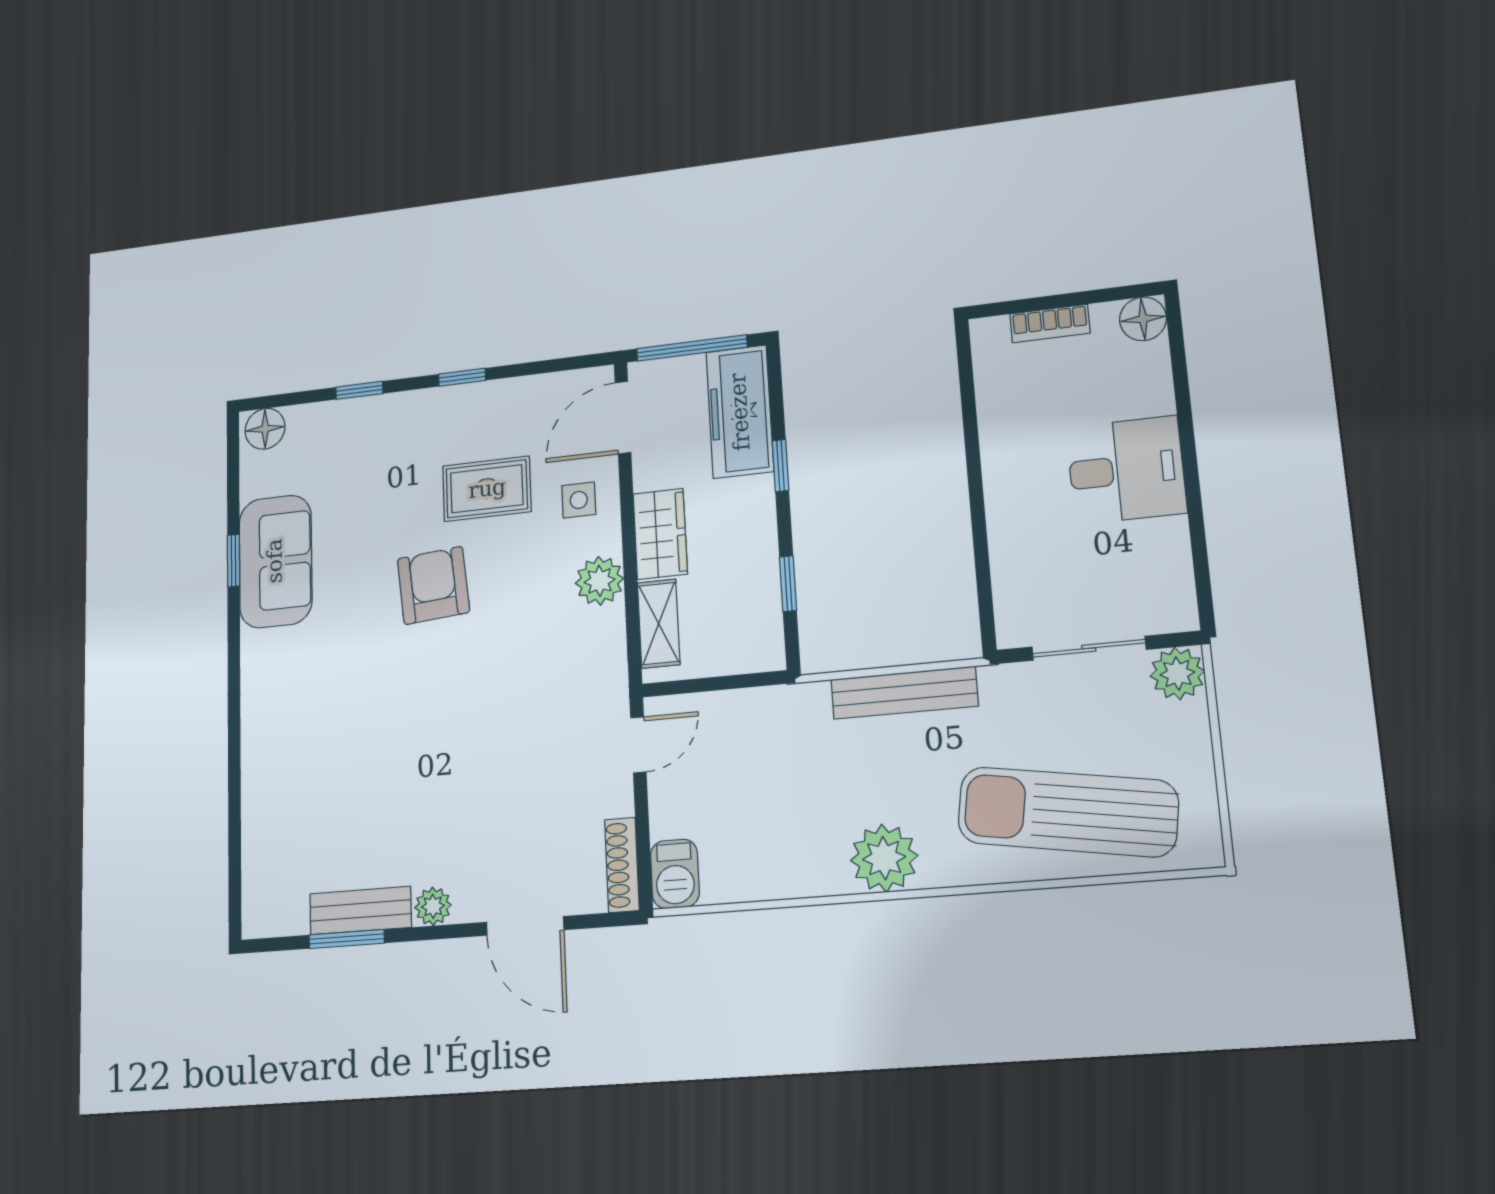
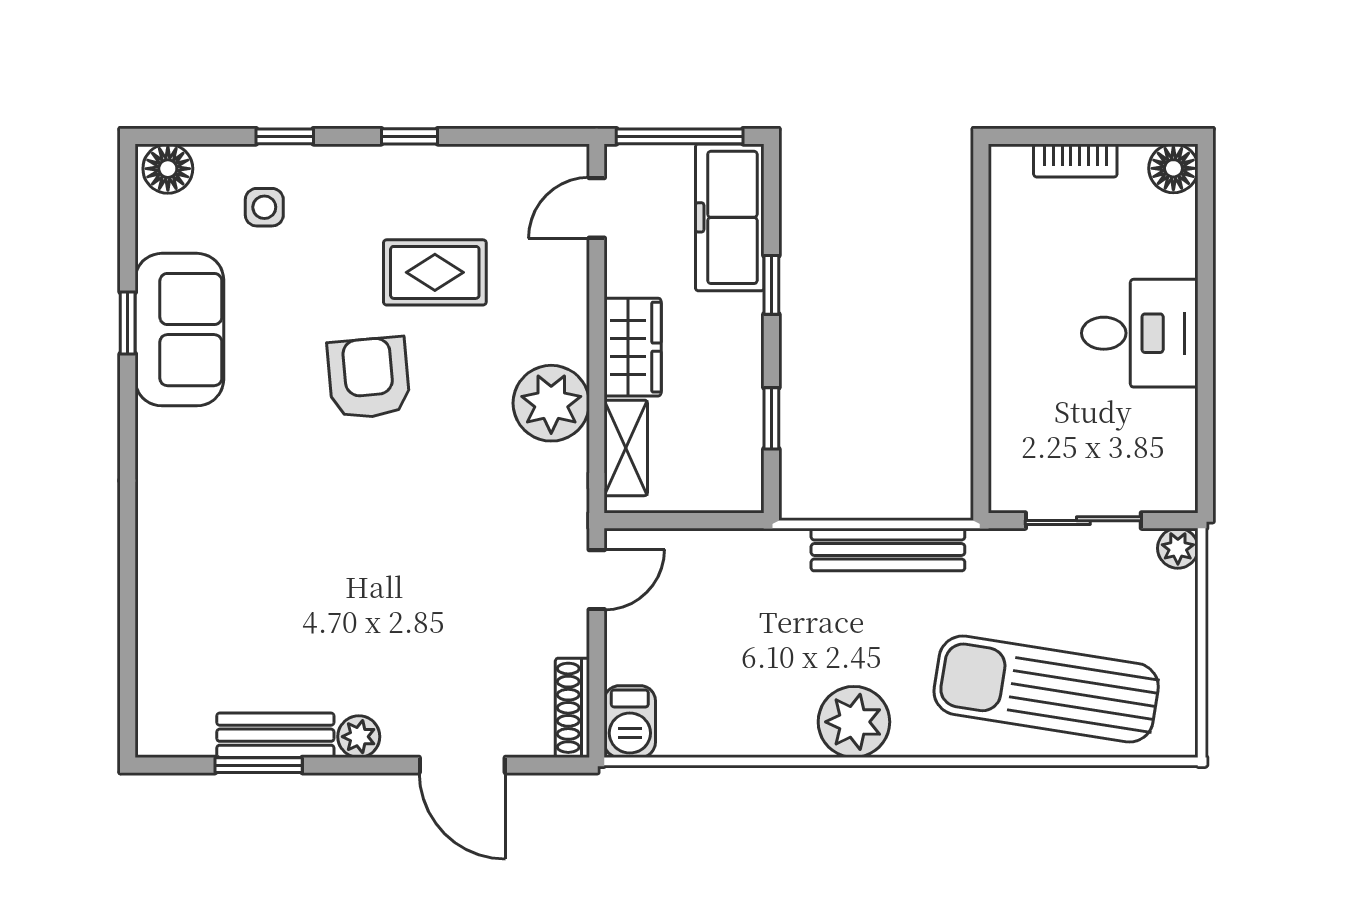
door: (623, 417) -> (597, 208), width x0.73
side table: (579, 500) -> (264, 207), moved
plant: (600, 581) -> (551, 403), width x1.36, depth x1.36
plant: (1177, 673) -> (1178, 548), width x0.73, depth x0.73

